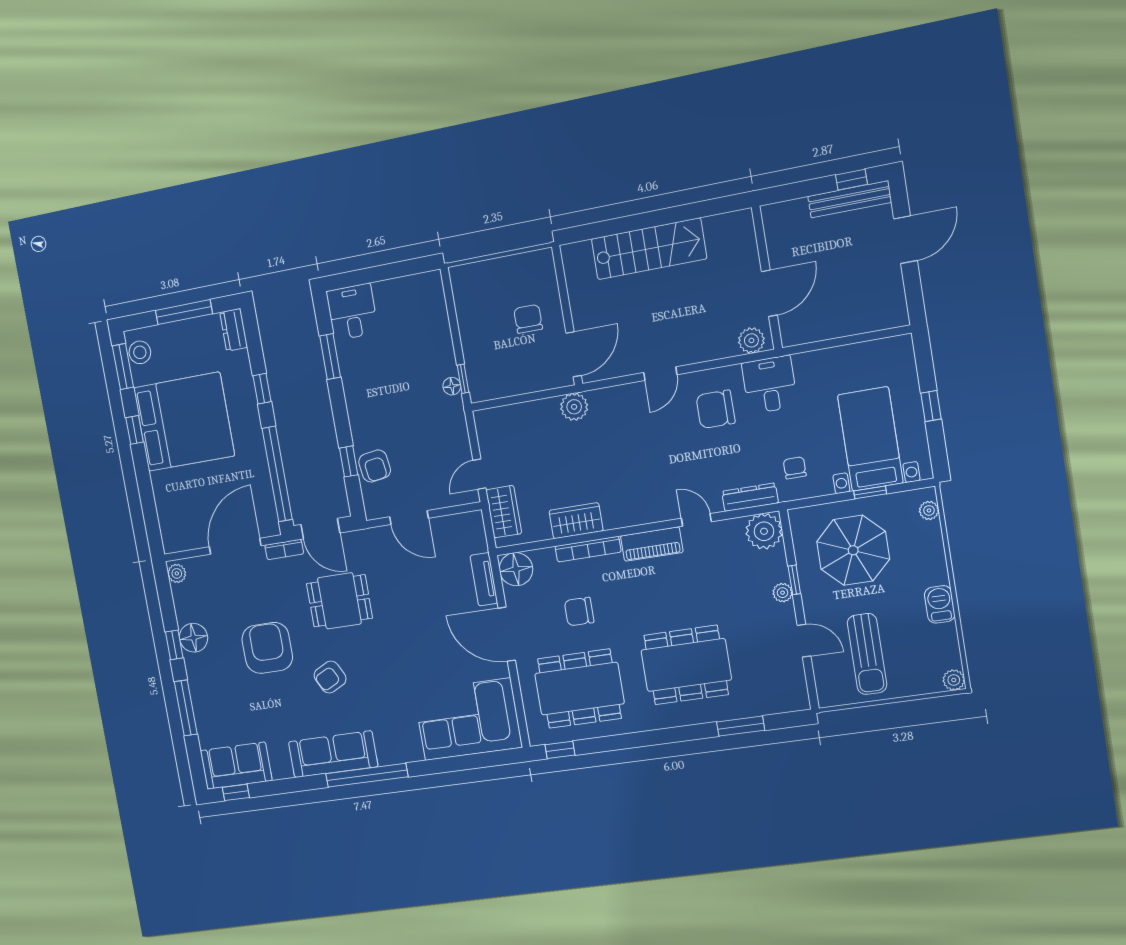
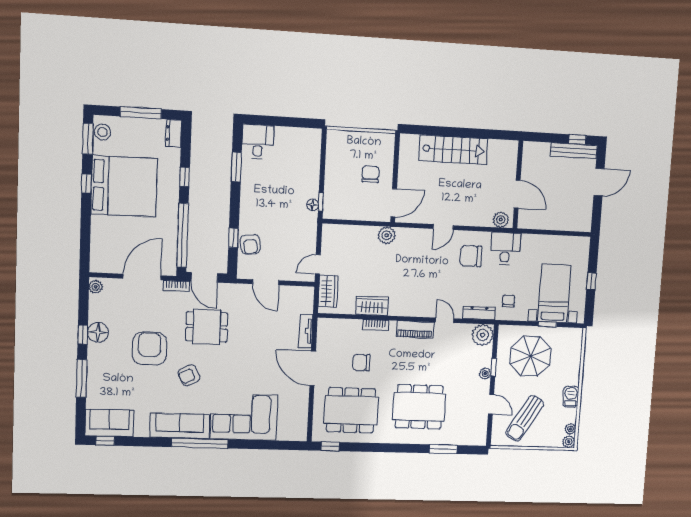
door: (769, 293) -> (517, 194), hinge flipped
plant: (929, 510) -> (570, 429), moved
bookcase: (588, 549) -> (376, 325), width x0.64
floor lamp: (516, 569) -> (328, 329), removed
sun lounger: (867, 654) -> (525, 418), turned 31
corner sofa: (468, 719) -> (244, 417), moved

